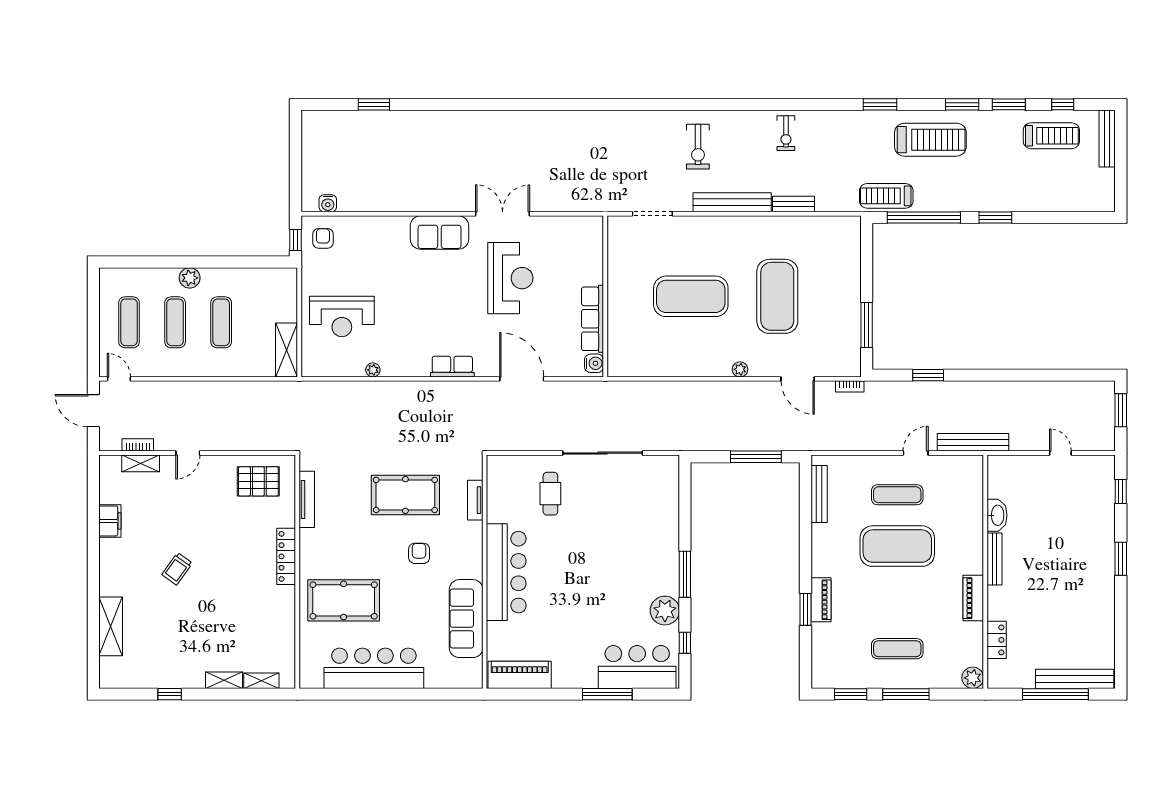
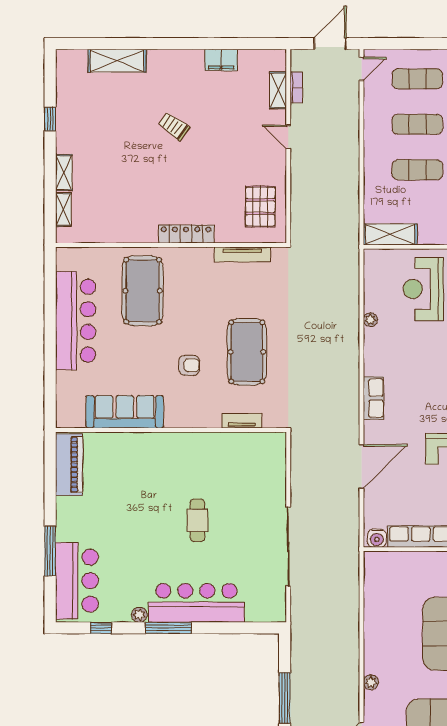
cafe table: (550, 494) -> (197, 520), moved, turned 90
bar counter: (506, 572) -> (196, 603), moved, turned 180
plant: (665, 611) -> (139, 615), width x0.53, depth x0.53

